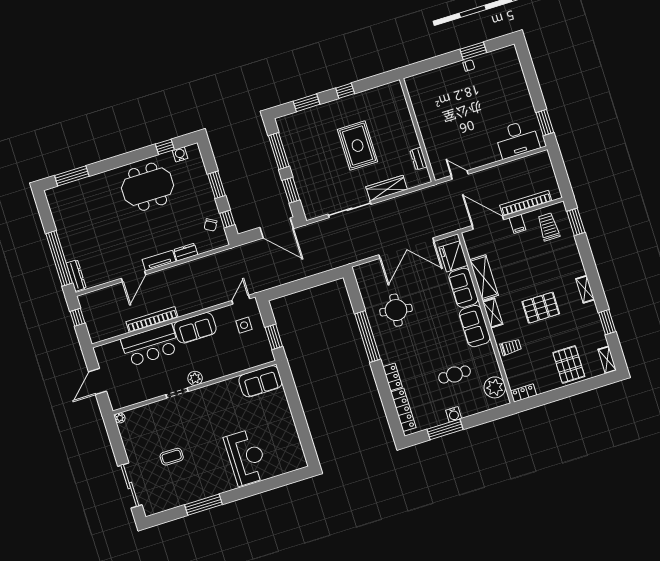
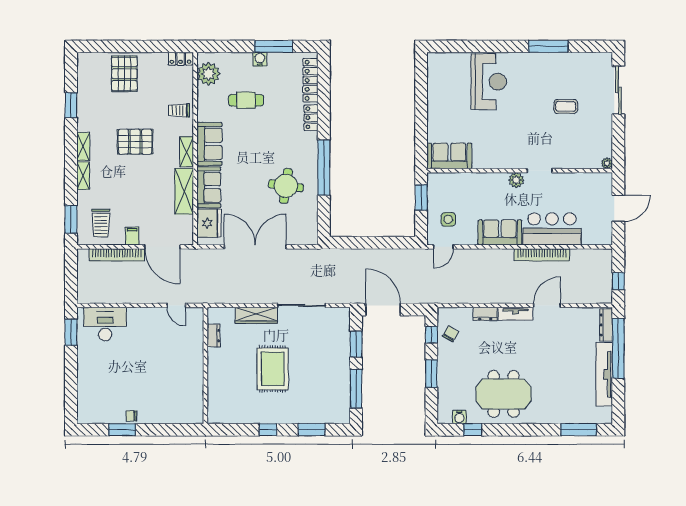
tv unit: (64, 232) -> (604, 374), added
shelving: (607, 360) -> (83, 176), moved
reception desk: (246, 457) -> (489, 82), turned 180

